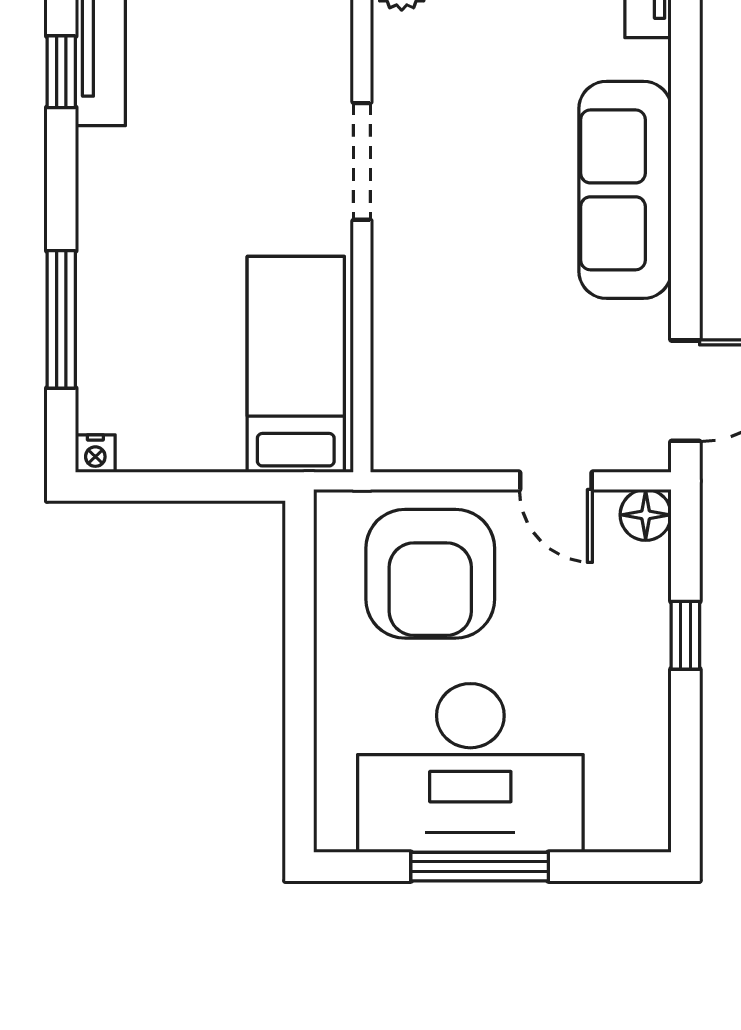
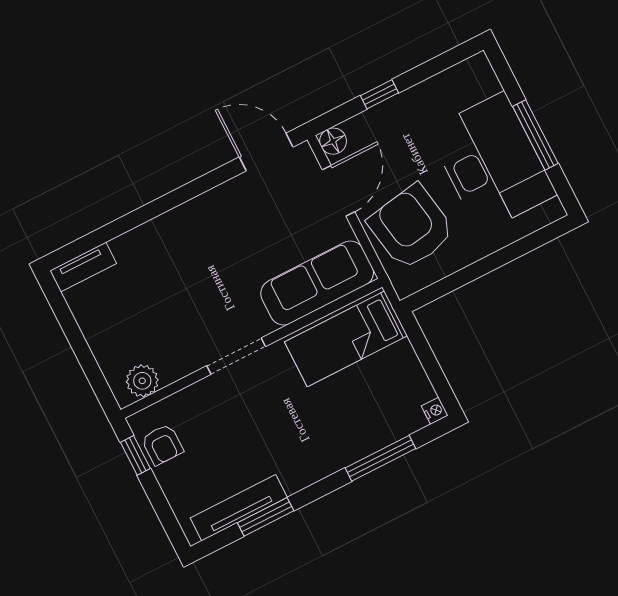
window: (61, 72) -> (266, 517), width x1.50
sofa: (625, 190) -> (317, 283), moved, turned 180
door: (556, 481) -> (338, 191), width x1.38
armchair: (430, 574) -> (411, 227), turned -100

